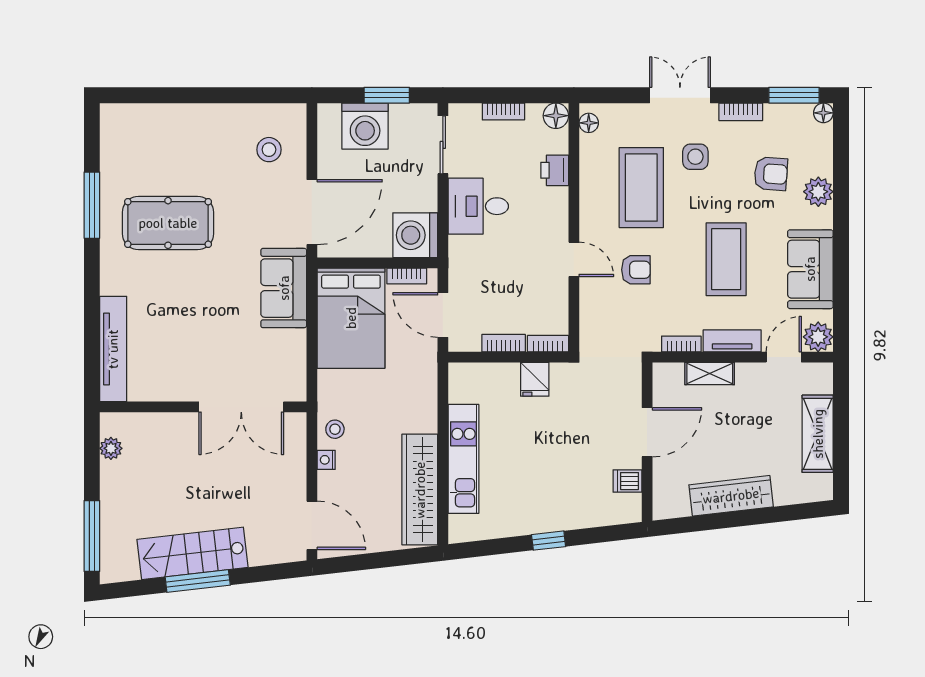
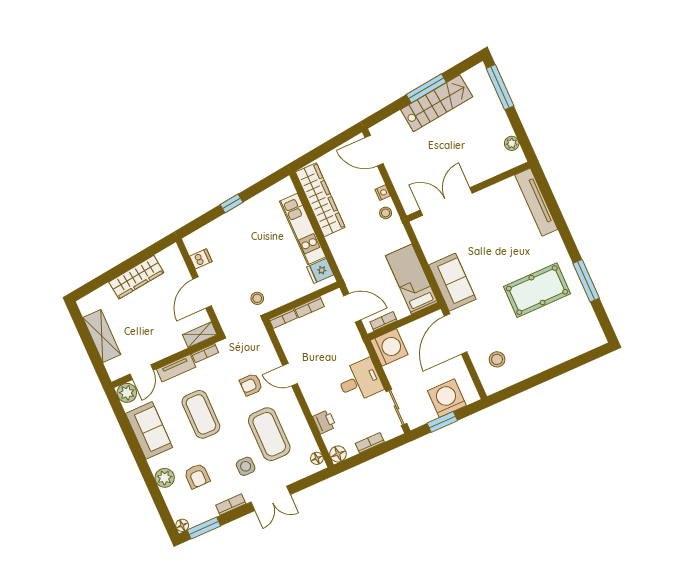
armchair: (771, 174) -> (197, 476), turned -94
bed: (351, 318) -> (412, 279), width x0.67
shelving: (710, 374) -> (200, 335), moved
fridge: (535, 379) -> (320, 271), moved, turned -90
stool: (572, 389) -> (257, 298), added

